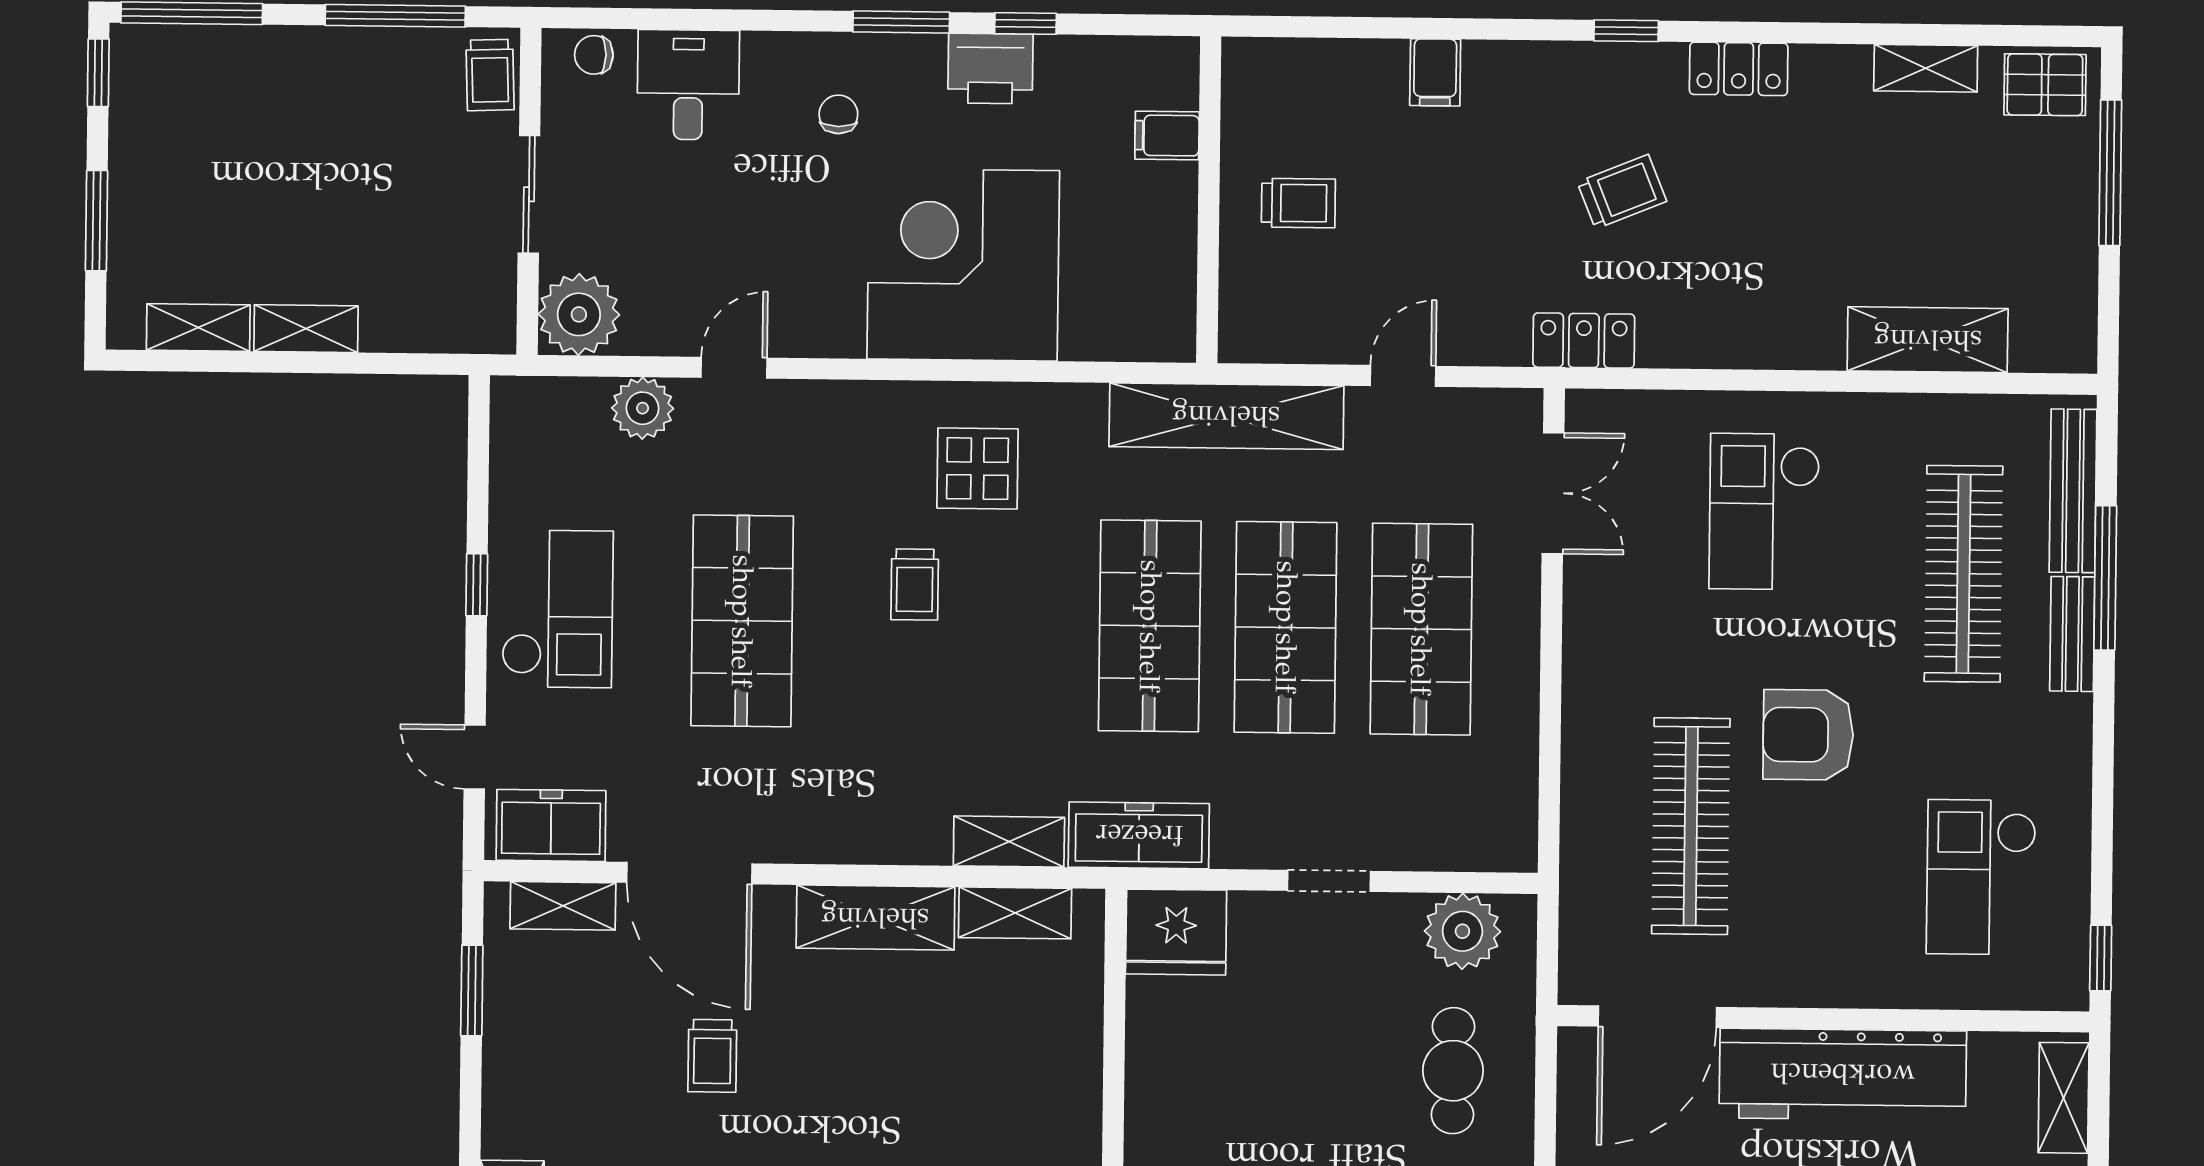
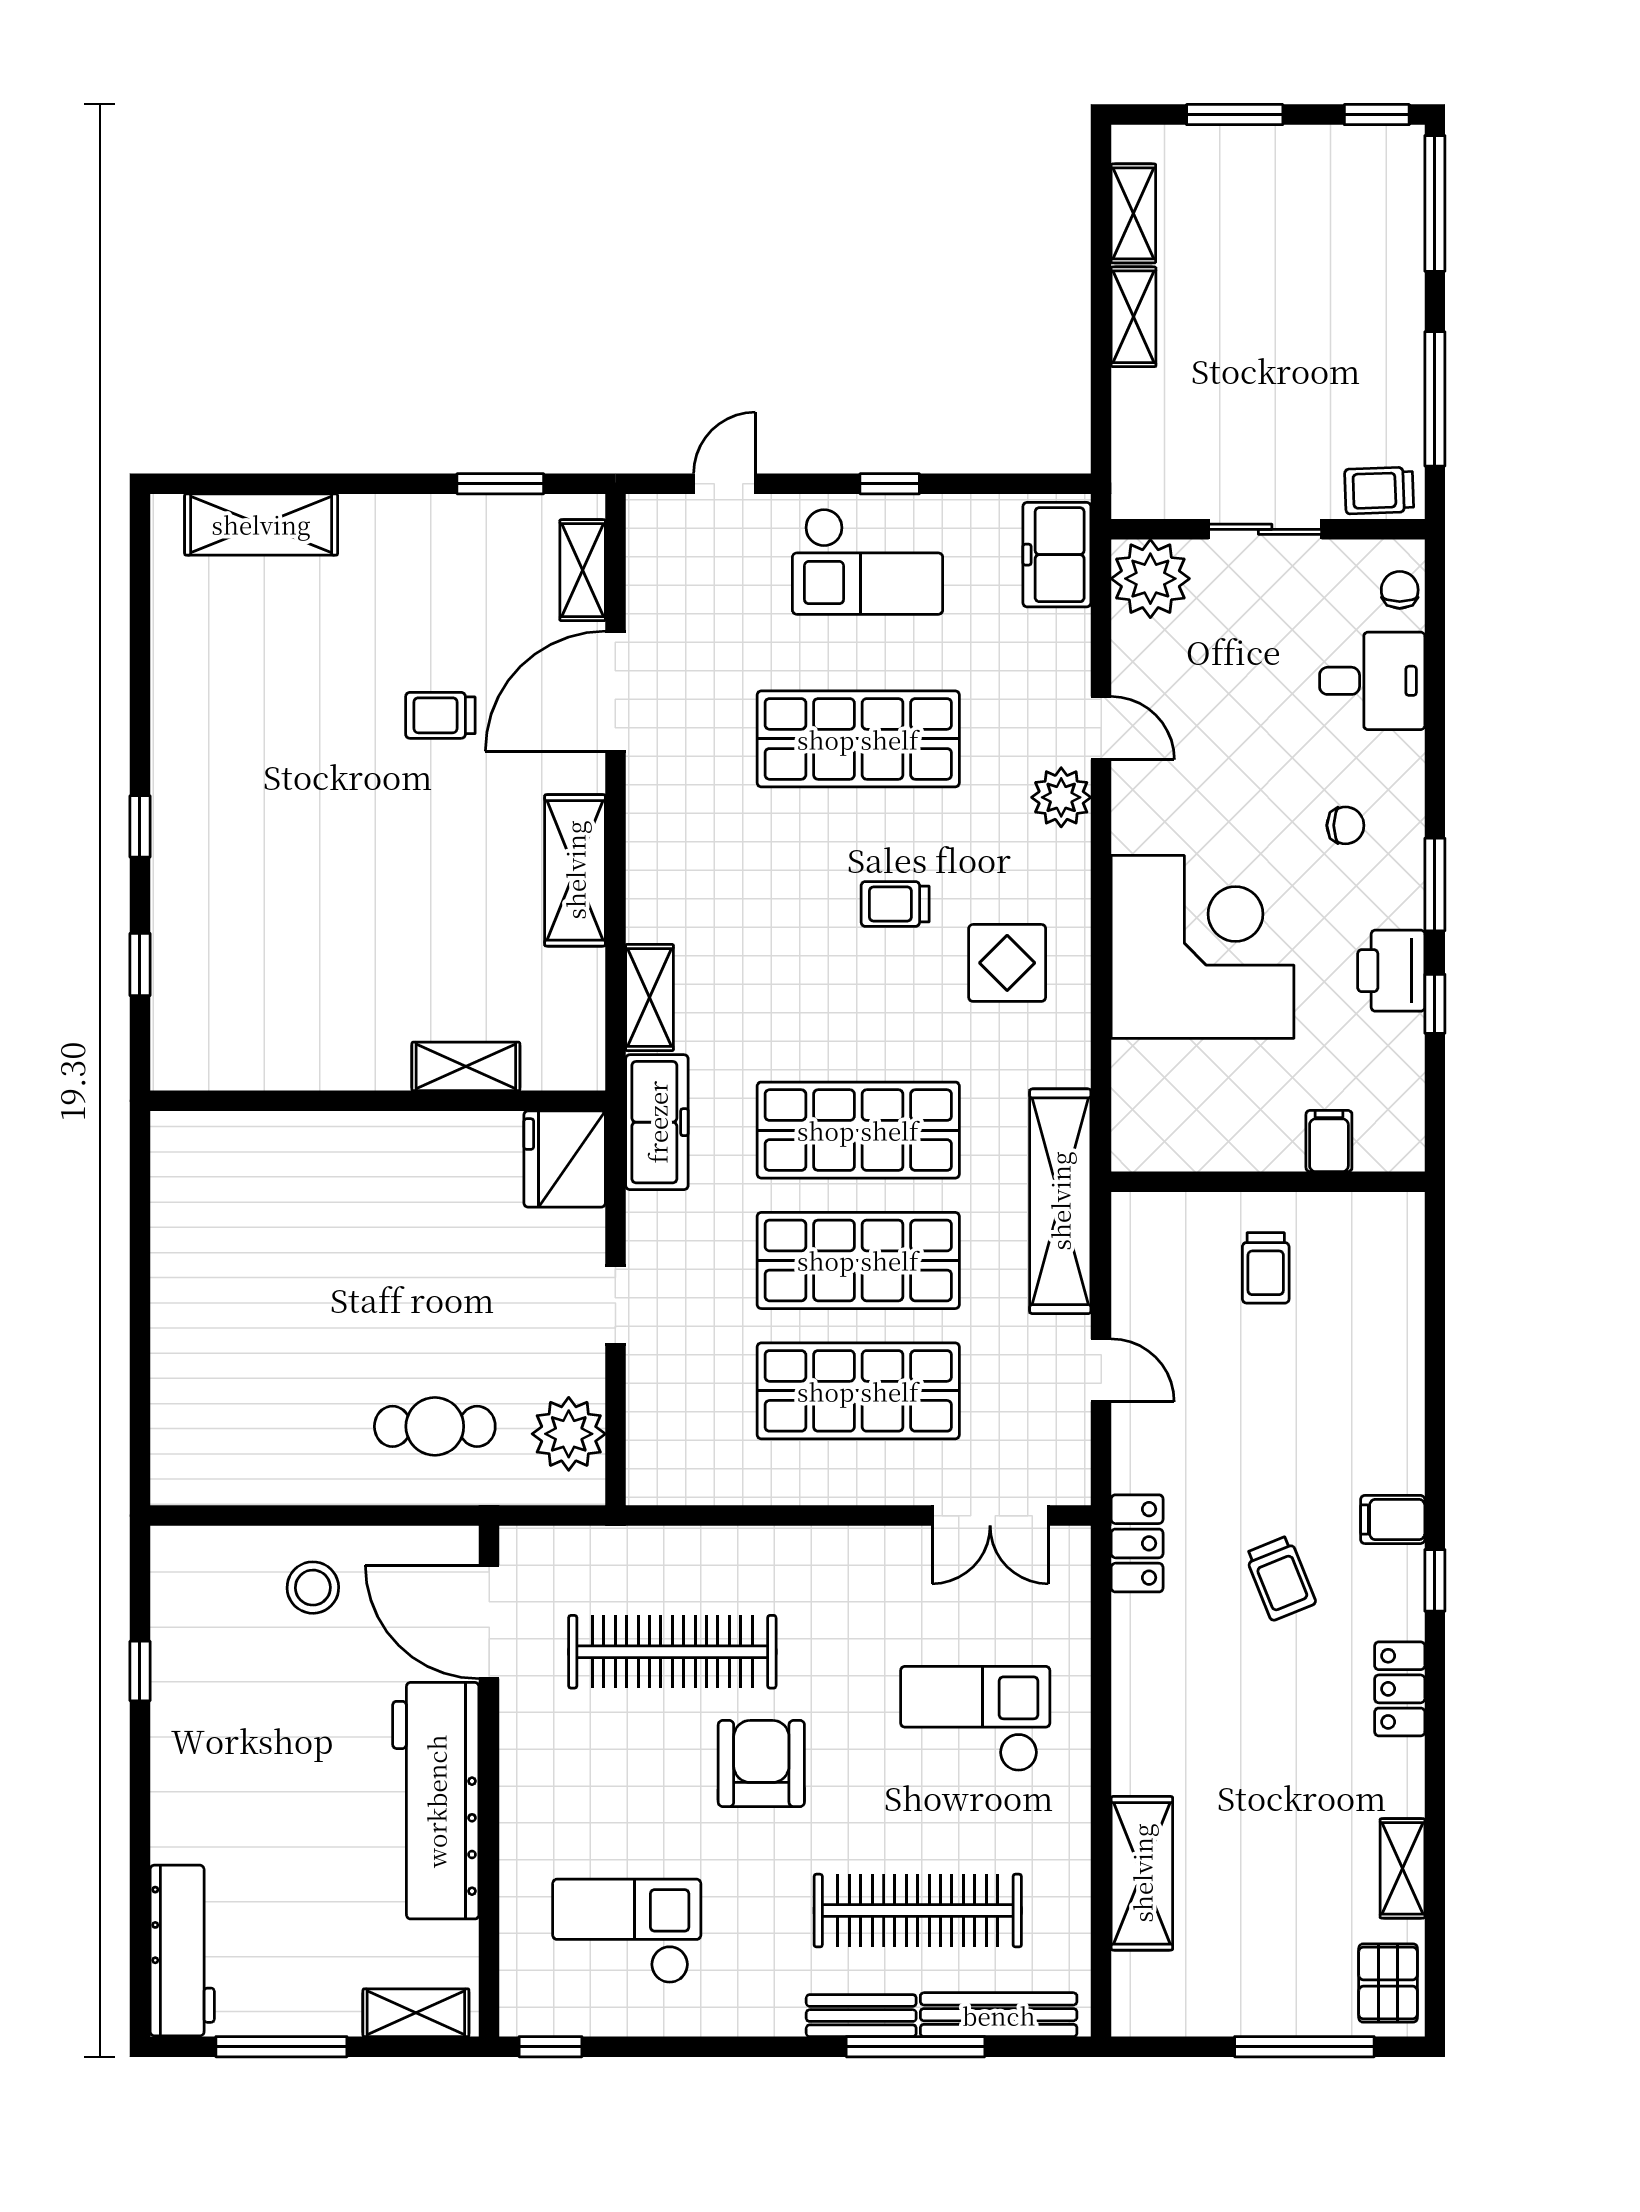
filing cabinet: (1435, 72) -> (1393, 1519), moved
plant: (643, 408) -> (1061, 797), moved
freezer: (551, 825) -> (1057, 555), moved, turned 180
shelving: (1015, 913) -> (466, 1066), moved, turned 90

